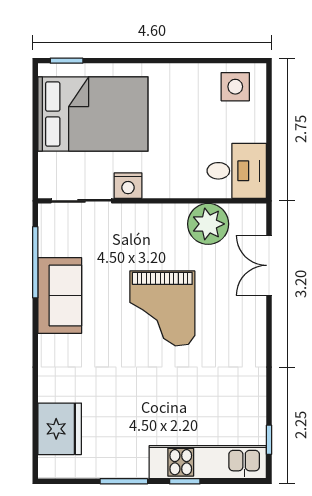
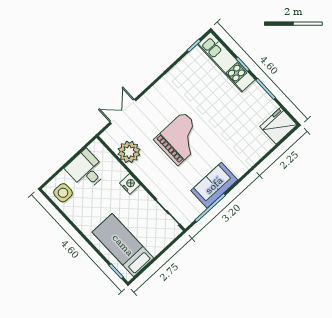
bed: (93, 114) -> (123, 245), width x0.67
desk: (237, 171) -> (86, 170), moved
nightstand: (128, 186) -> (130, 184), moved
double door: (269, 265) -> (123, 112), swing flipped
fridge: (60, 429) -> (278, 126), moved

